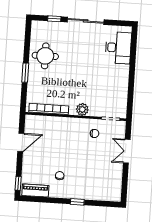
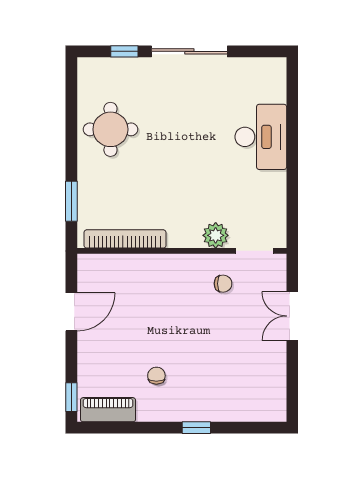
desk: (118, 48) -> (261, 137), moved
window: (25, 73) -> (71, 201), moved
plant: (82, 109) -> (216, 235), moved

